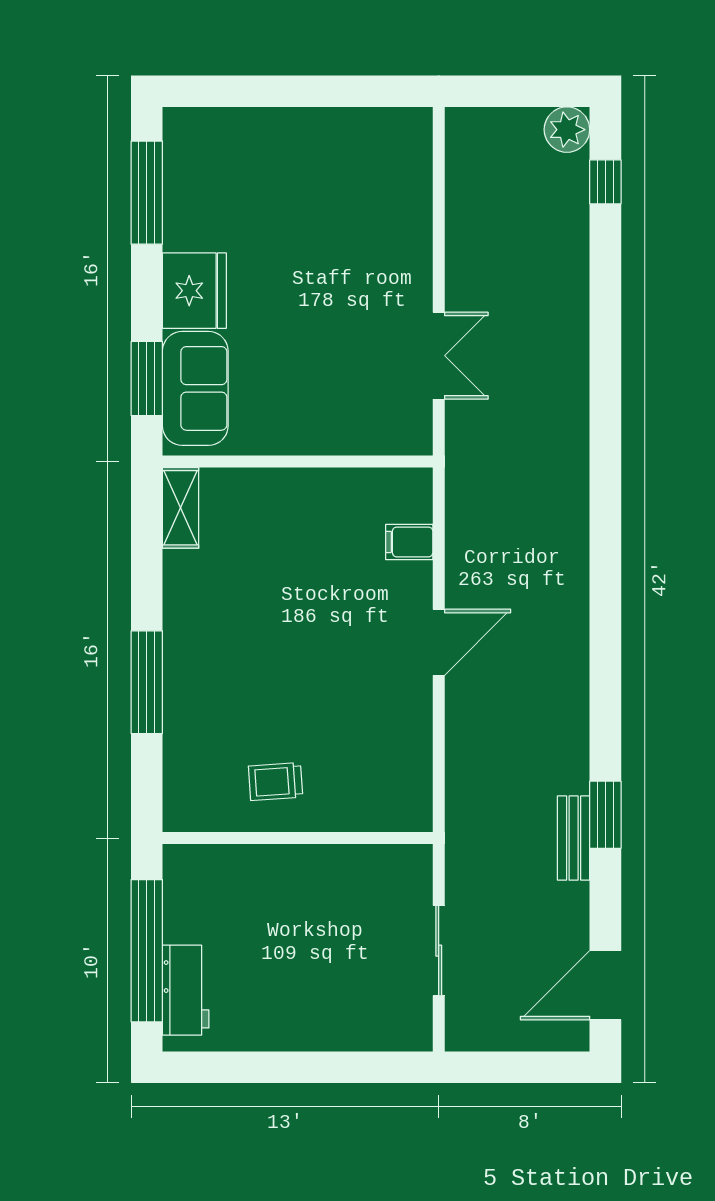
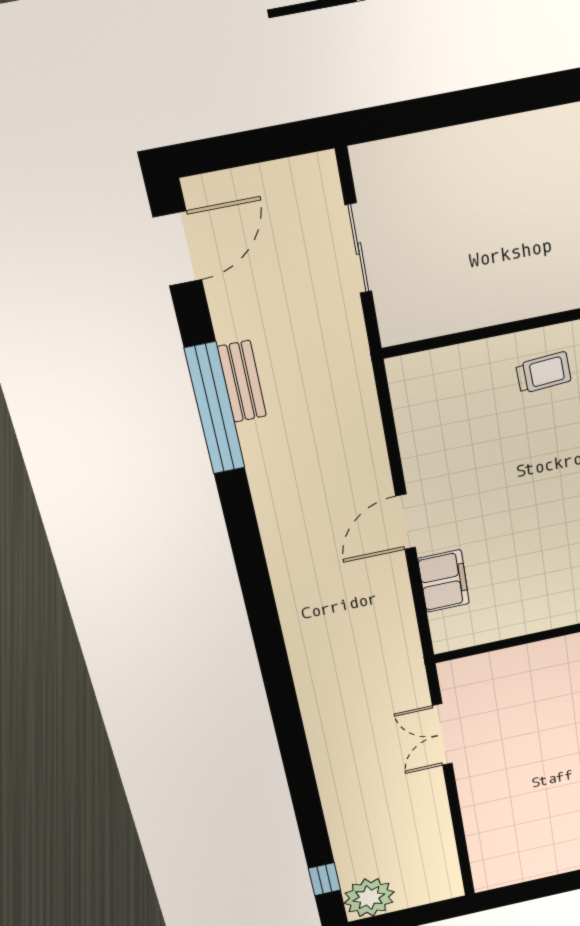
plant: (567, 130) -> (369, 898), width x1.36, depth x1.36
filing cabinet: (409, 542) -> (444, 581), width x2.00
window: (605, 815) -> (215, 409), width x2.11

